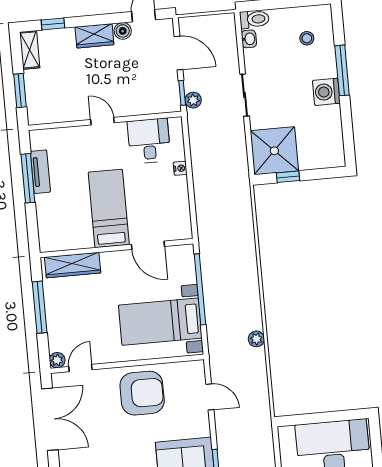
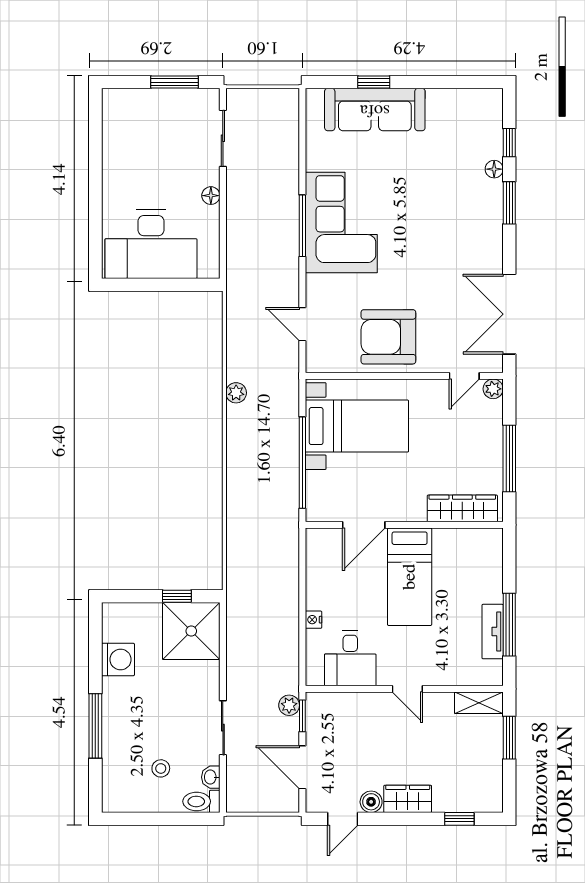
stool: (307, 38) -> (161, 768), moved
shelving: (30, 50) -> (479, 703), moved, turned 90
washing machine: (326, 92) -> (118, 660), moved
sliding door: (245, 95) -> (223, 728), moved
door: (148, 245) -> (364, 525), swing flipped

